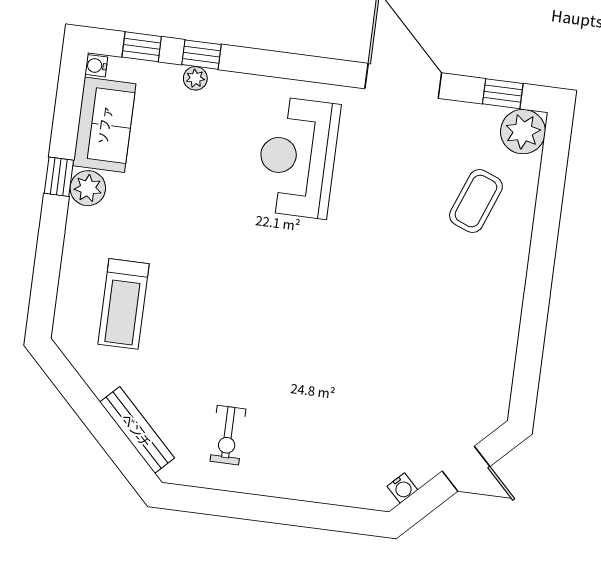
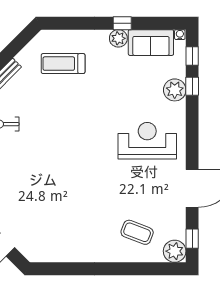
plant: (195, 78) -> (175, 90), width x1.87, depth x1.87

